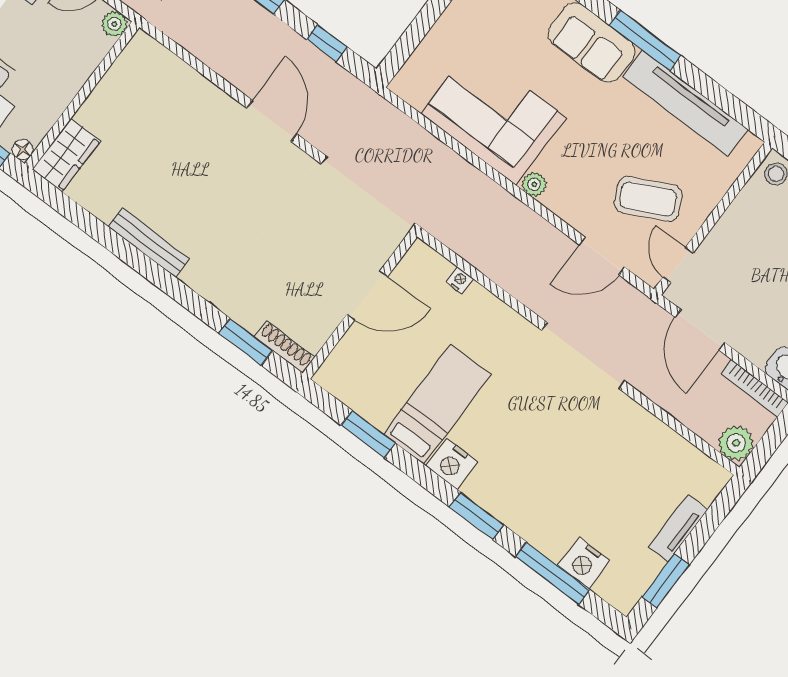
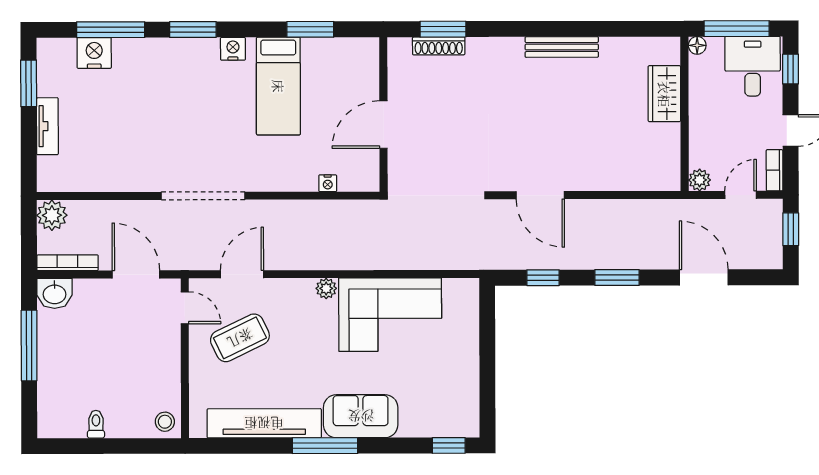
wardrobe: (66, 155) -> (664, 94), moved
shoe rack: (285, 347) -> (439, 46), moved
nightstand: (452, 464) -> (233, 49), width x0.74, depth x0.75

